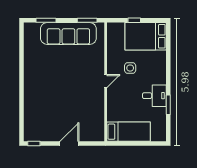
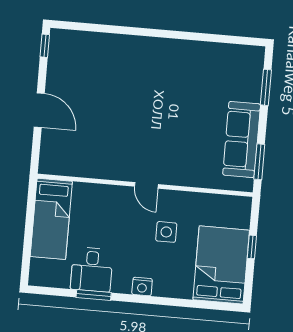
sofa: (68, 33) -> (242, 139), width x0.74, depth x0.79
nightstand: (161, 79) -> (142, 287), added
desk: (154, 96) -> (92, 270), moved

